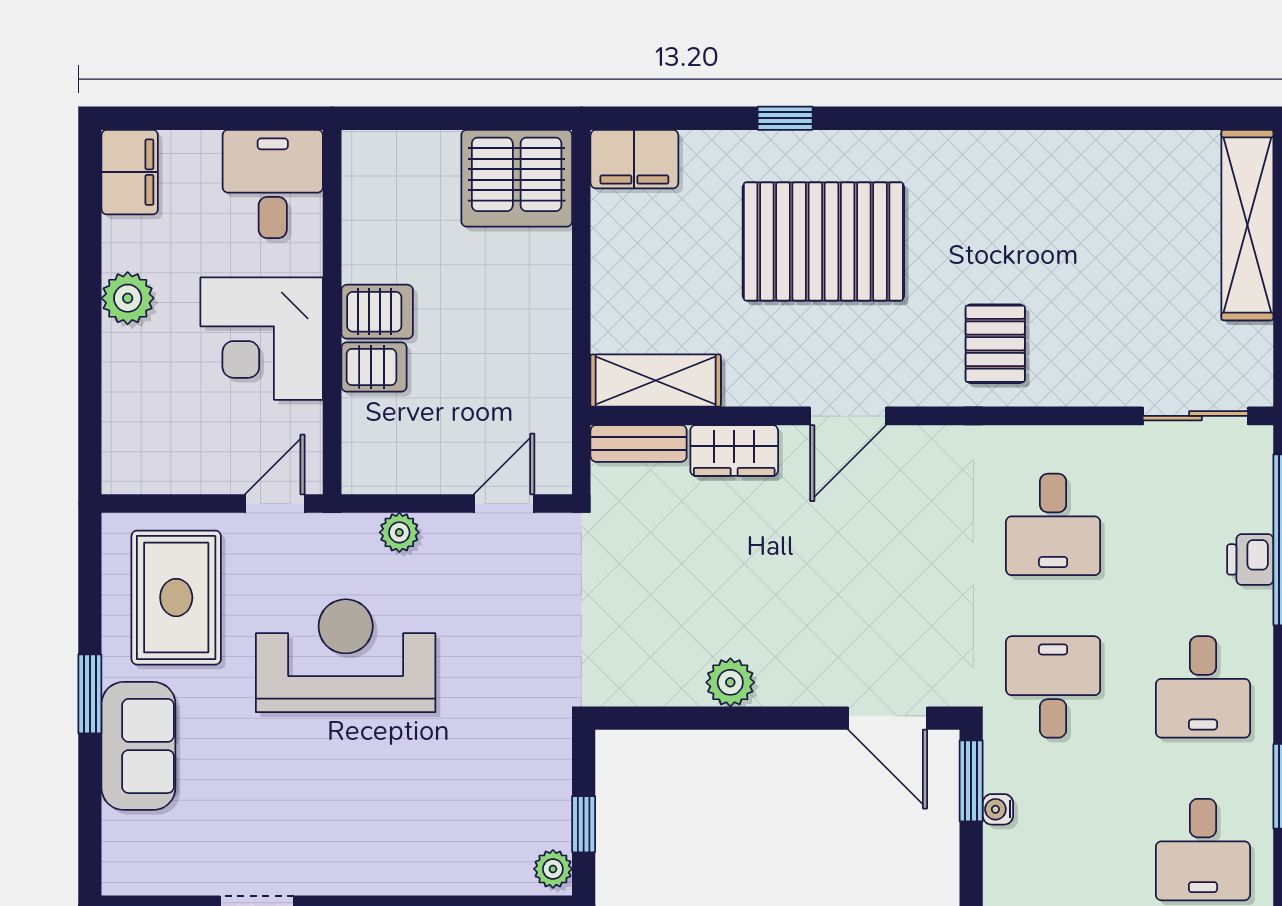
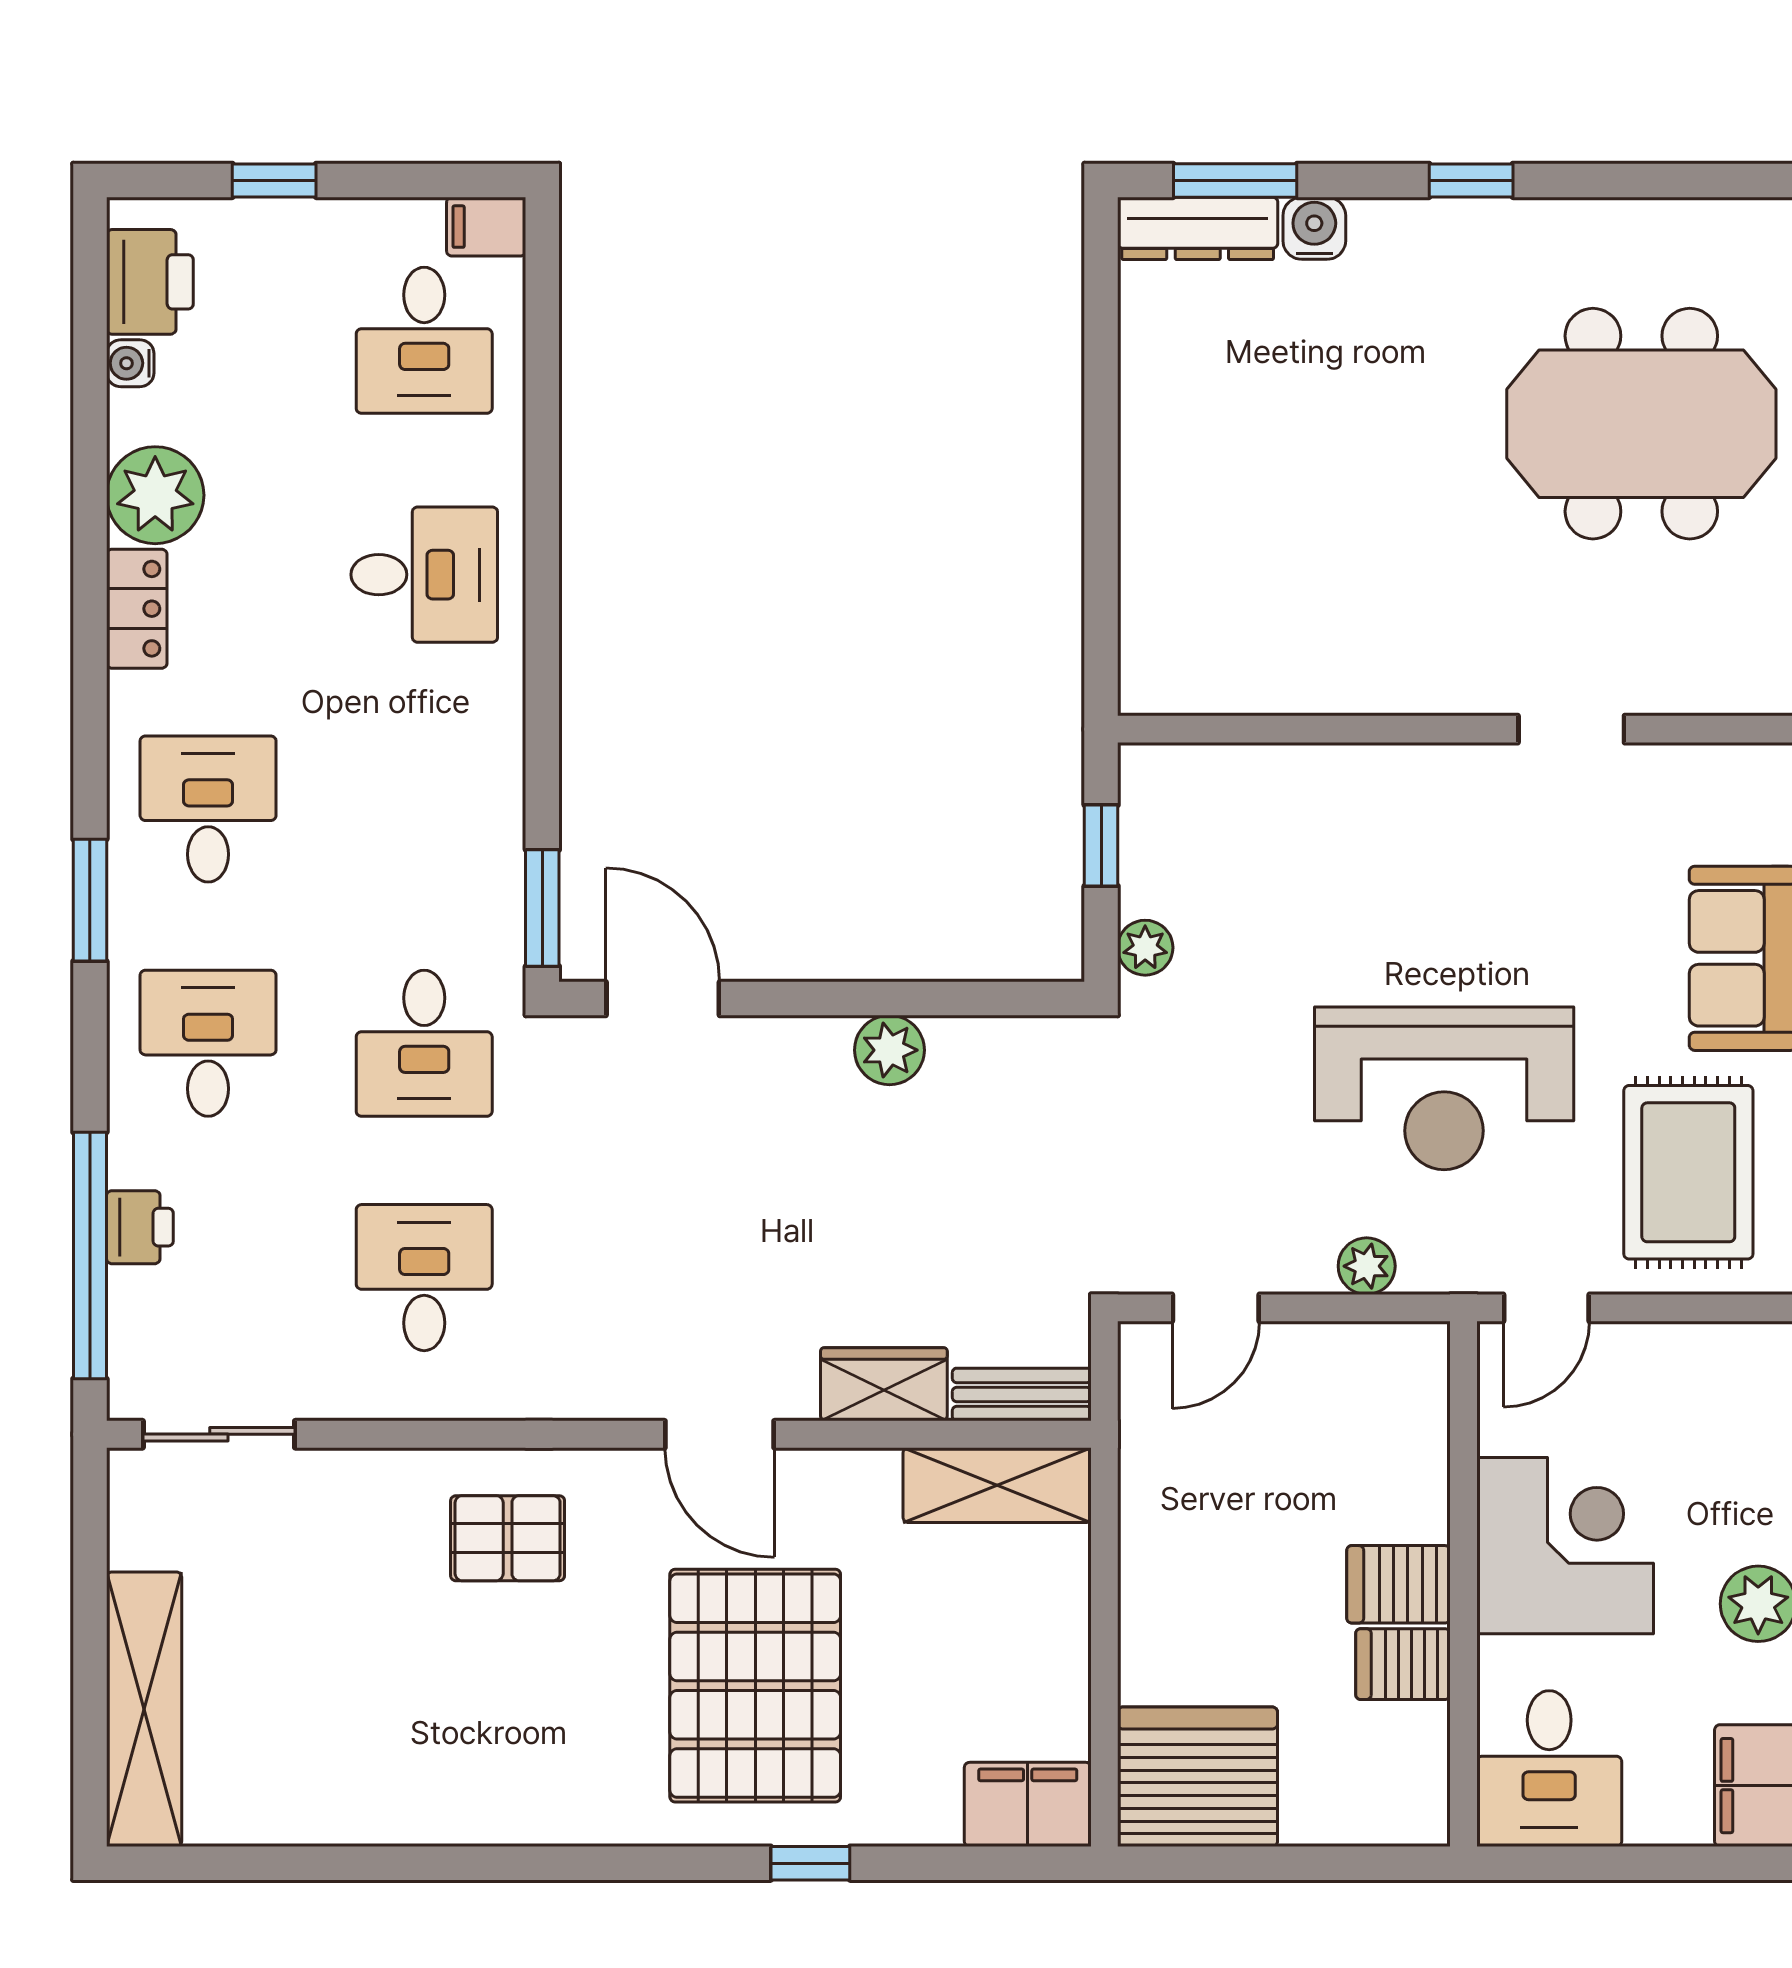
pallet: (823, 241) -> (755, 1686), turned 90
pallet: (995, 344) -> (508, 1538), turned 90
server rack: (374, 367) -> (1403, 1664), moved
door: (848, 416) -> (720, 1434), swing flipped
water cooler: (998, 809) -> (504, 867), removed
plant: (553, 869) -> (1145, 948), moved

